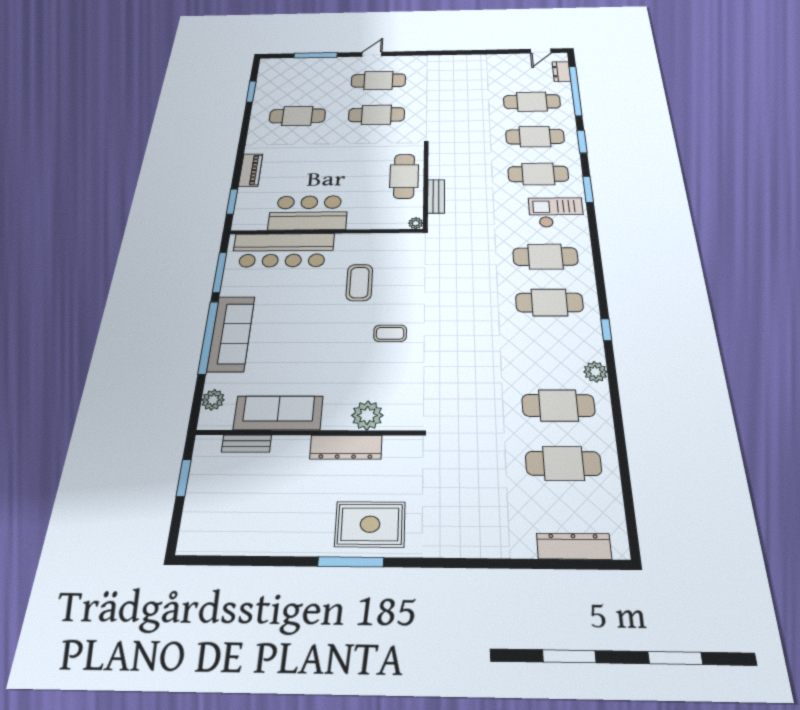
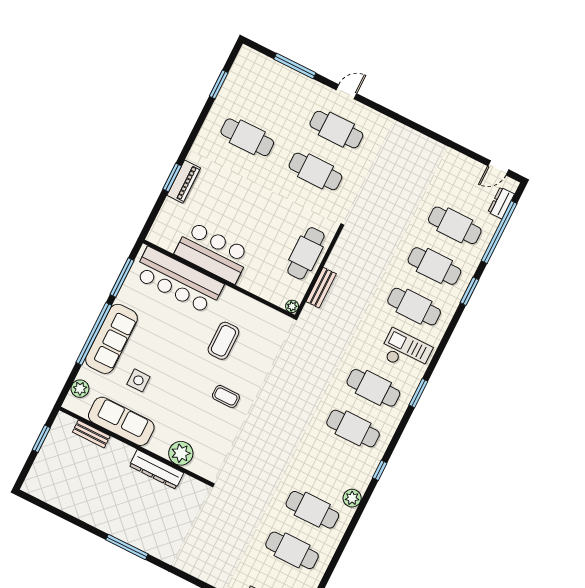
window: (588, 189) -> (418, 393), moved
window: (232, 201) -> (172, 177), moved
side table: (280, 361) -> (138, 380), added
rug: (370, 524) -> (149, 529), removed

